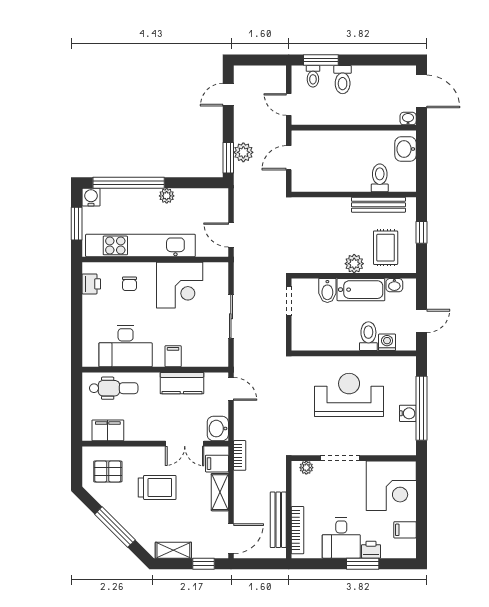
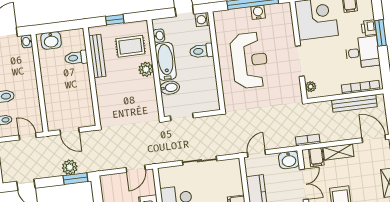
door: (289, 104) -> (28, 136), swing flipped
washing machine: (387, 342) -> (202, 20), moved
reception desk: (349, 395) -> (249, 60), turned 180

